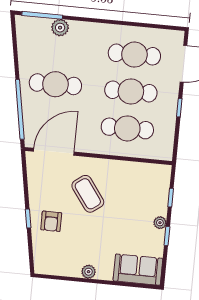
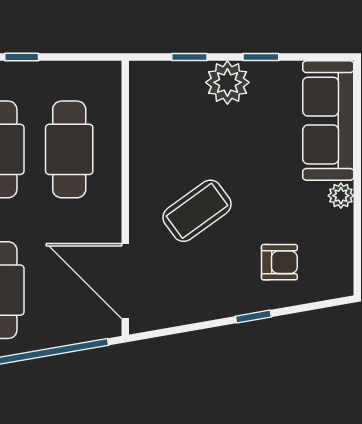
armchair: (51, 221) -> (279, 262), moved
plant: (160, 223) -> (227, 82), width x1.88, depth x1.88
sofa: (138, 270) -> (328, 121), width x1.36

